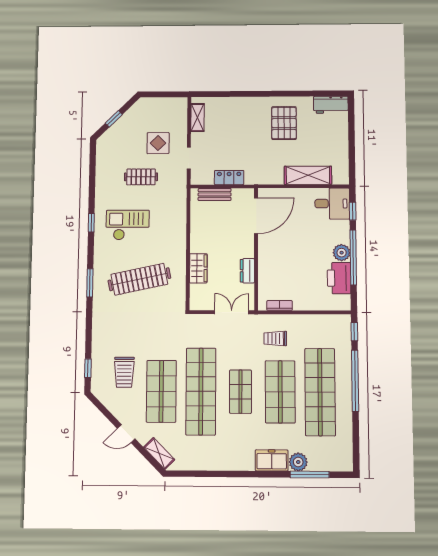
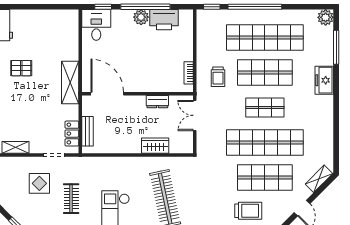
pallet: (284, 123) -> (21, 68), width x0.67, depth x0.71
shelving: (308, 175) -> (70, 83), moved
locker: (229, 178) -> (72, 134), moved
plant: (298, 462) -> (326, 17), moved

